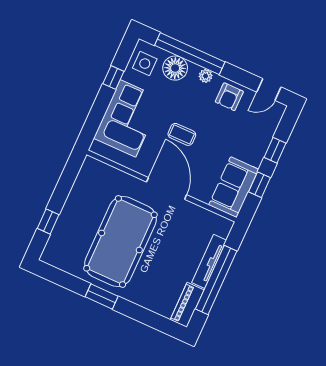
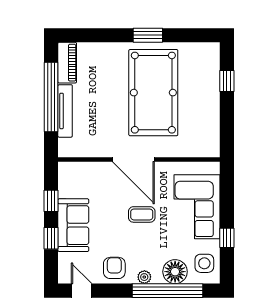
door: (269, 90) -> (82, 291), hinge flipped
sofa: (234, 187) -> (73, 225), moved

